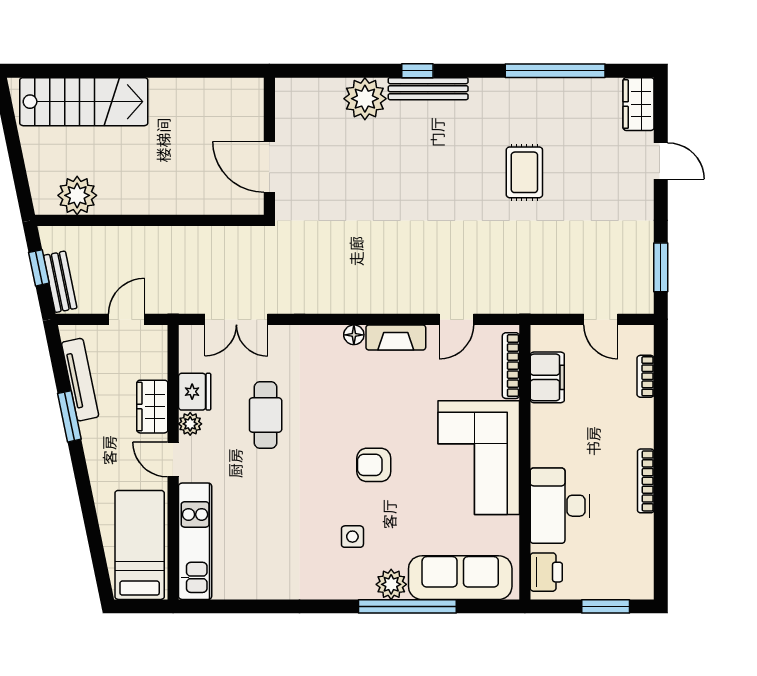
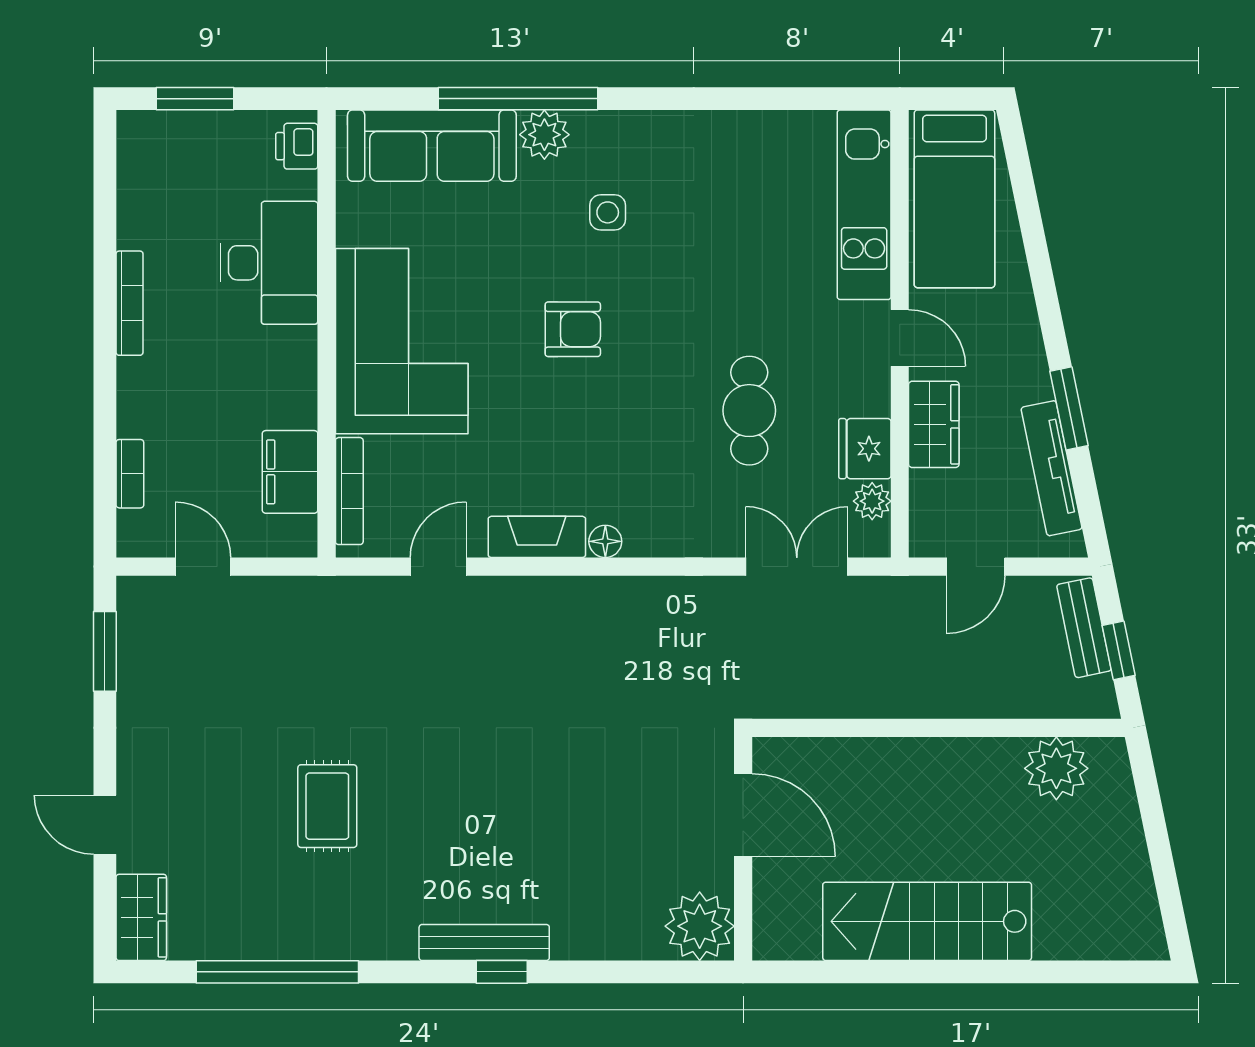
plant: (365, 99) -> (700, 926), moved
stairs: (84, 102) -> (927, 921), moved
plant: (190, 424) -> (872, 501), moved
printer: (546, 572) -> (297, 146), width x0.73, depth x0.81

